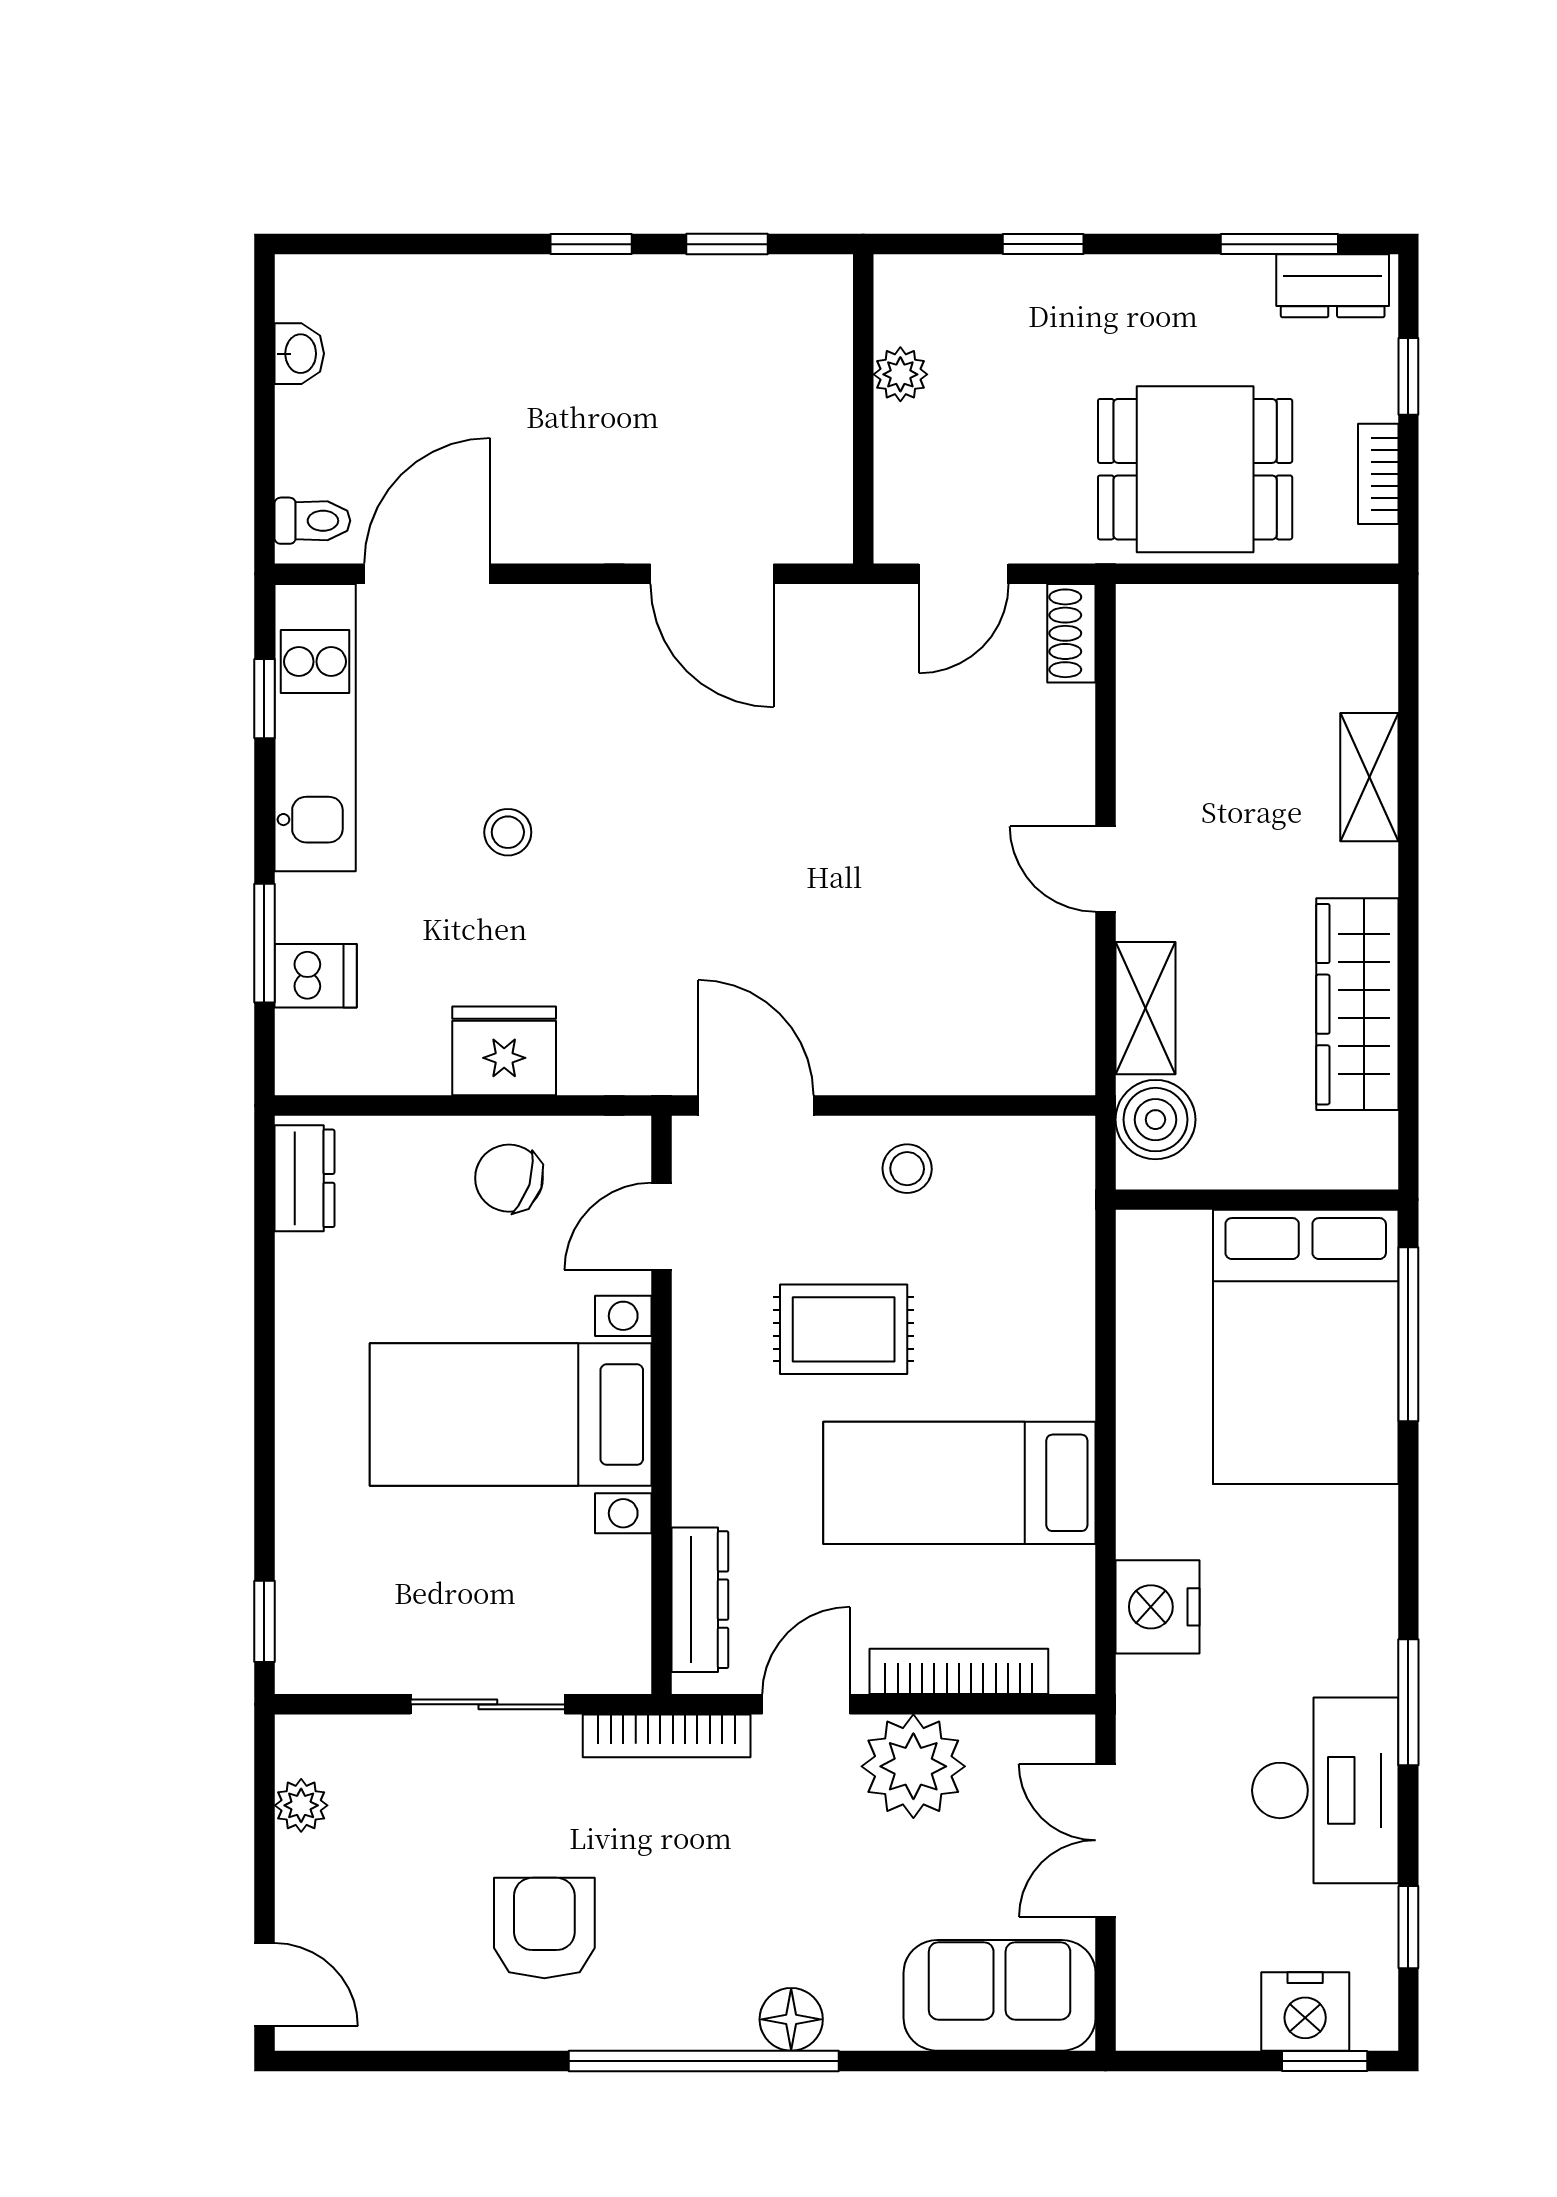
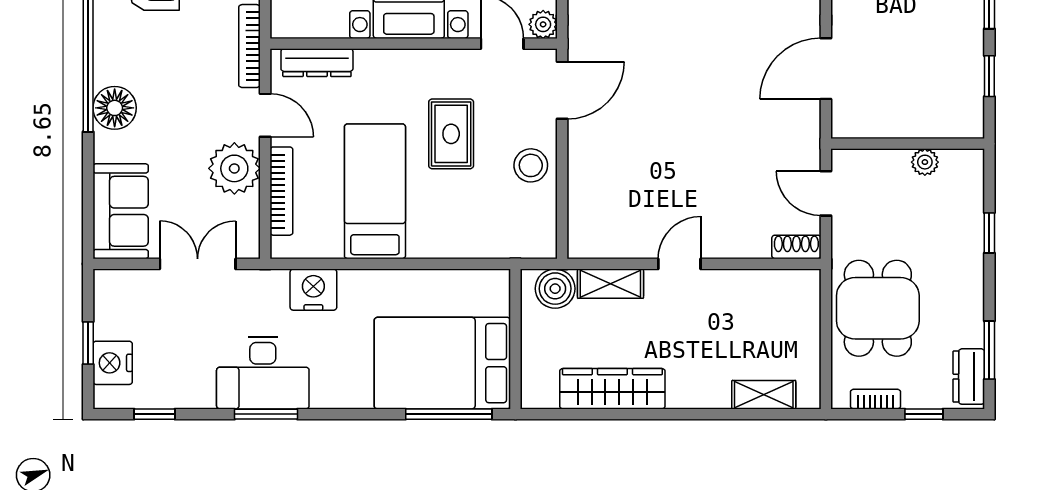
shelving: (1369, 777) -> (764, 395), moved
plant: (623, 1144) -> (543, 24), added
stool: (907, 1169) -> (531, 165), width x1.37, depth x1.37
desk: (1325, 1790) -> (263, 373), moved
floor lamp: (791, 2019) -> (115, 108), width x1.38, depth x1.38
window: (1325, 2061) -> (88, 343), moved

